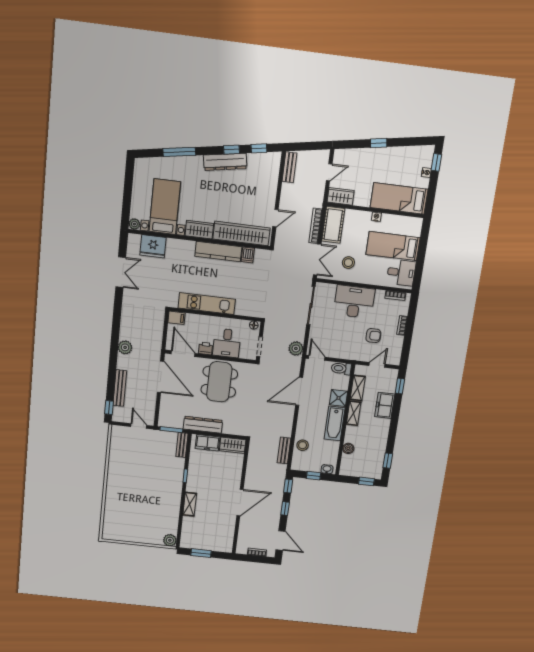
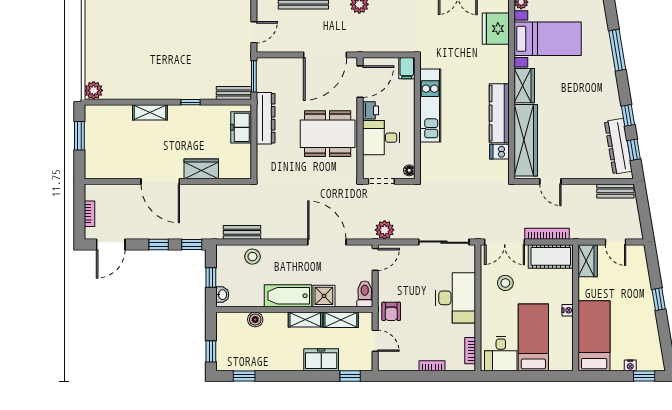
dresser: (225, 162) -> (618, 146), moved
armchair: (373, 336) -> (391, 311), moved
wardrobe: (233, 445) -> (201, 169), moved, turned 90

